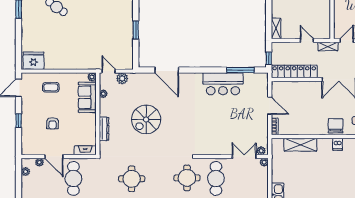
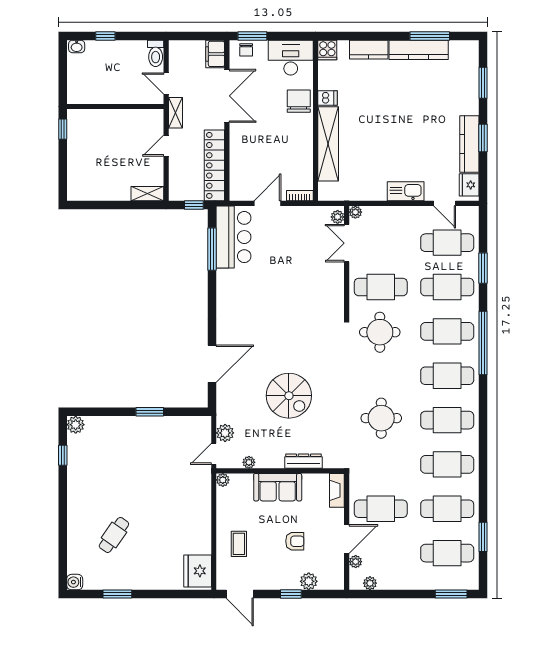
bar counter: (223, 84) -> (234, 237), moved
sofa: (87, 97) -> (278, 487), moved
chair: (335, 126) -> (299, 101), turned 90
plant: (27, 132) -> (309, 581), added
shelving: (300, 145) -> (328, 144), width x1.47

